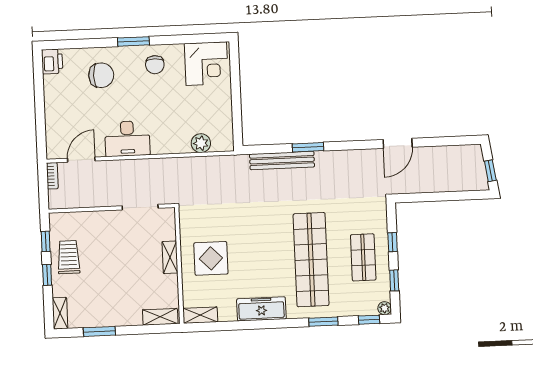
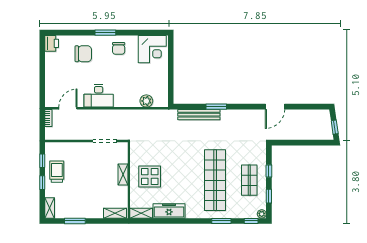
freezer: (261, 309) -> (169, 211), moved

